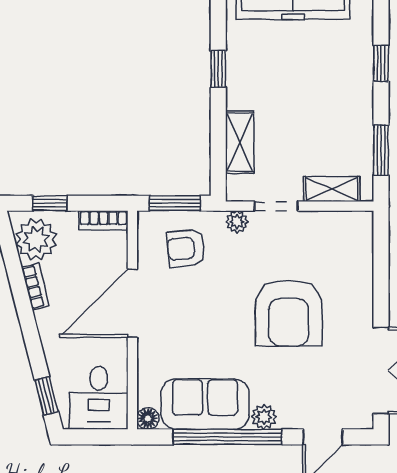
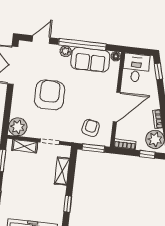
plant: (237, 222) -> (18, 127), moved, width x1.88, depth x1.88
armchair: (186, 248) -> (91, 128), turned -74

